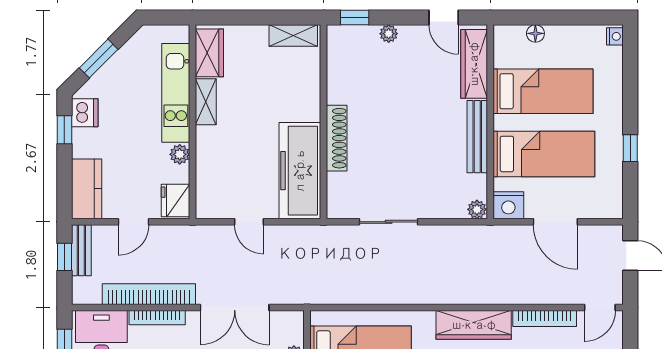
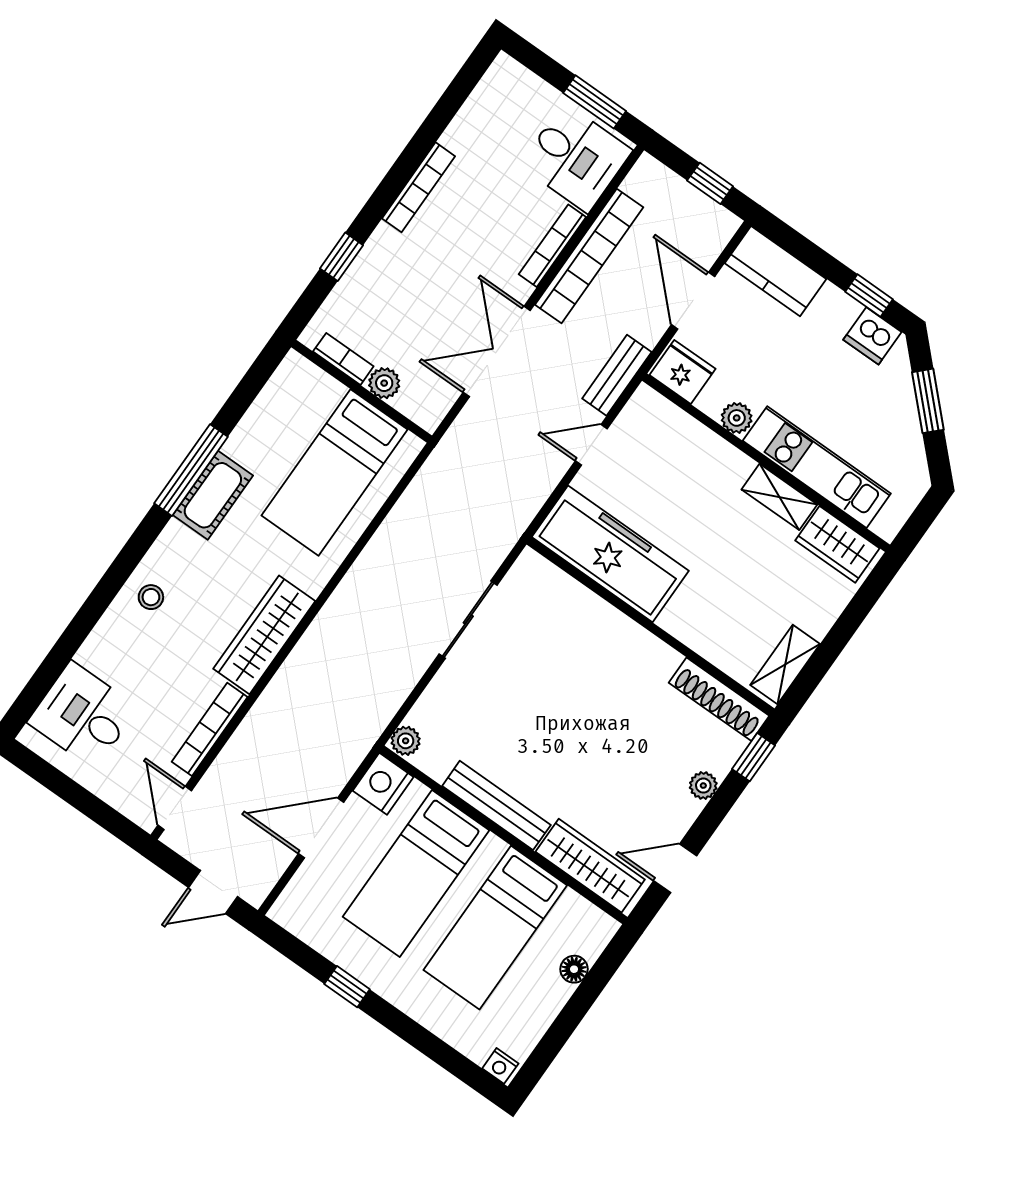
shoe rack: (337, 138) -> (719, 699), moved
door: (134, 222) -> (693, 301), width x1.38
bench: (81, 250) -> (617, 375), moved, turned 90

